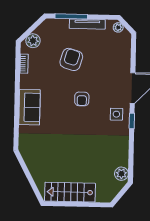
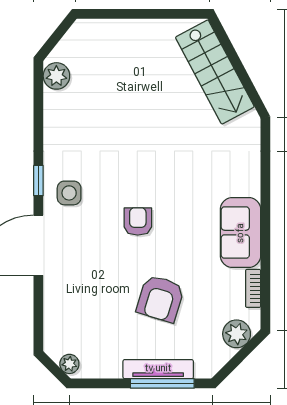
tv unit: (87, 24) -> (158, 369), moved
sofa: (29, 107) -> (241, 233), moved
stairs: (70, 192) -> (215, 72), moved, turned 62

